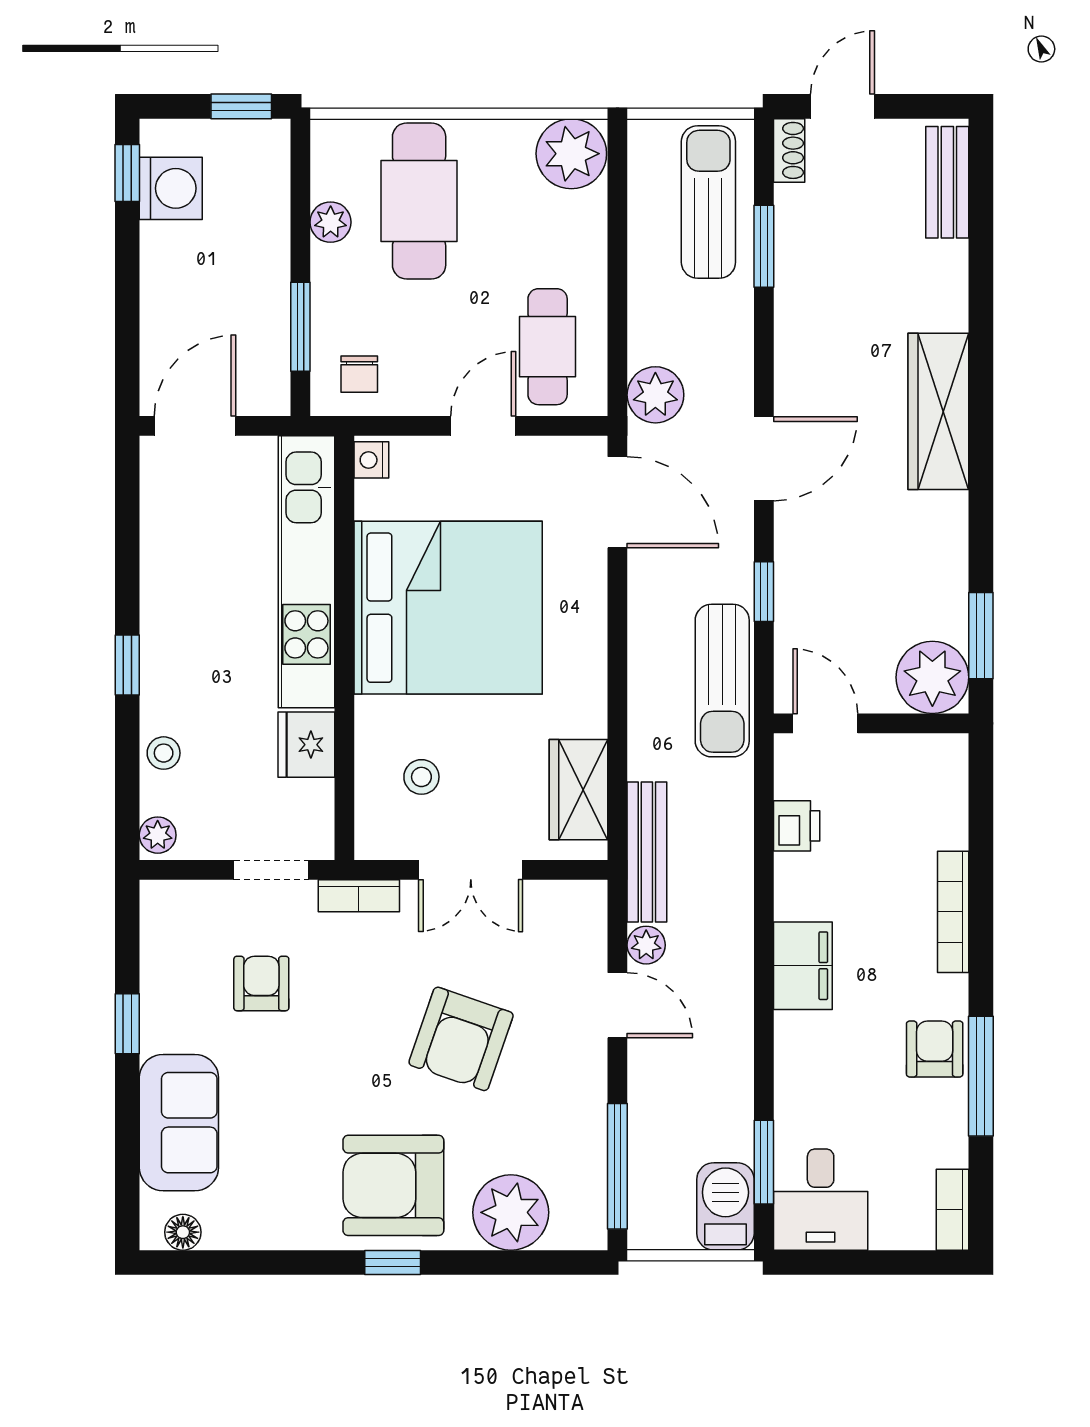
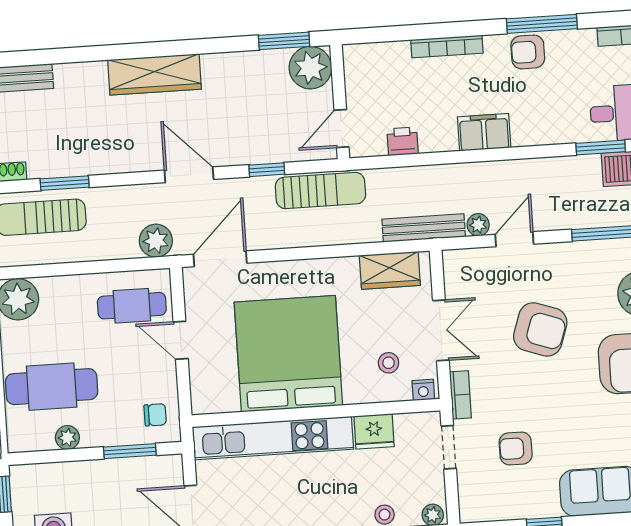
nightstand: (371, 460) -> (423, 390), moved

